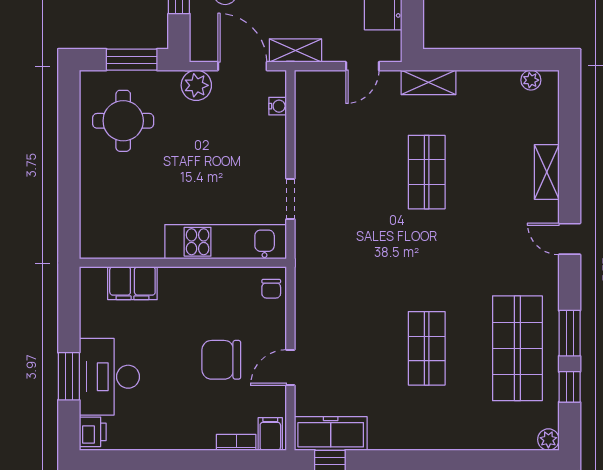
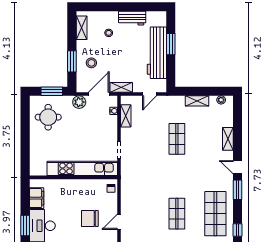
door: (242, 66) -> (99, 94), hinge flipped
shelving: (429, 82) -> (197, 101), moved
shelving: (306, 118) -> (126, 116), added
kitchen unit: (226, 242) -> (82, 168), width x1.36
filing cabinet: (132, 283) -> (37, 198), moved, turned -90
window: (570, 333) -> (237, 190), moved

